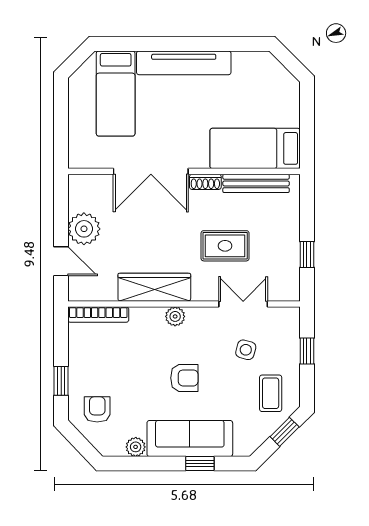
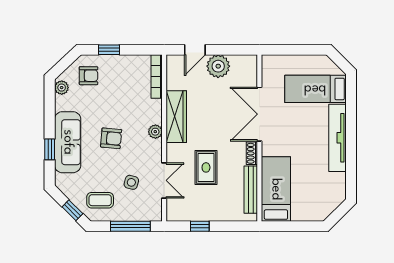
window: (307, 351) -> (130, 226), width x2.17
armchair: (184, 378) -> (111, 138), turned -85
plant: (136, 447) -> (62, 88), moved

